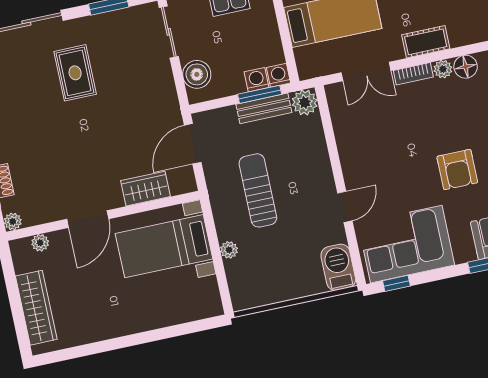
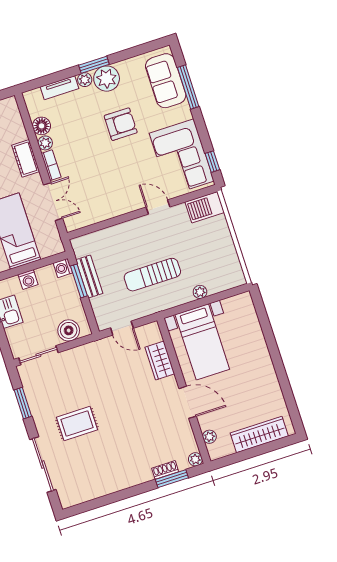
washing machine: (257, 80) -> (28, 280), moved, turned -90
plant: (305, 102) -> (82, 246), removed
door: (193, 144) -> (122, 328), width x0.73

